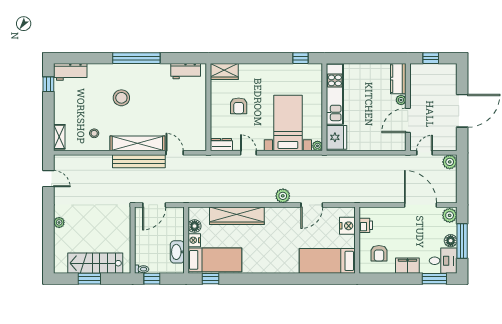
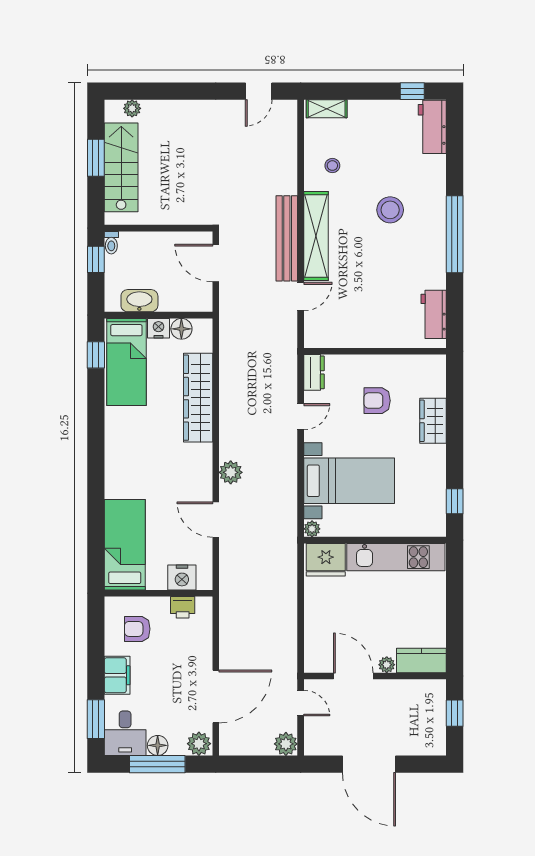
wardrobe: (224, 71) -> (433, 421), moved
plant: (59, 222) -> (132, 108), moved

